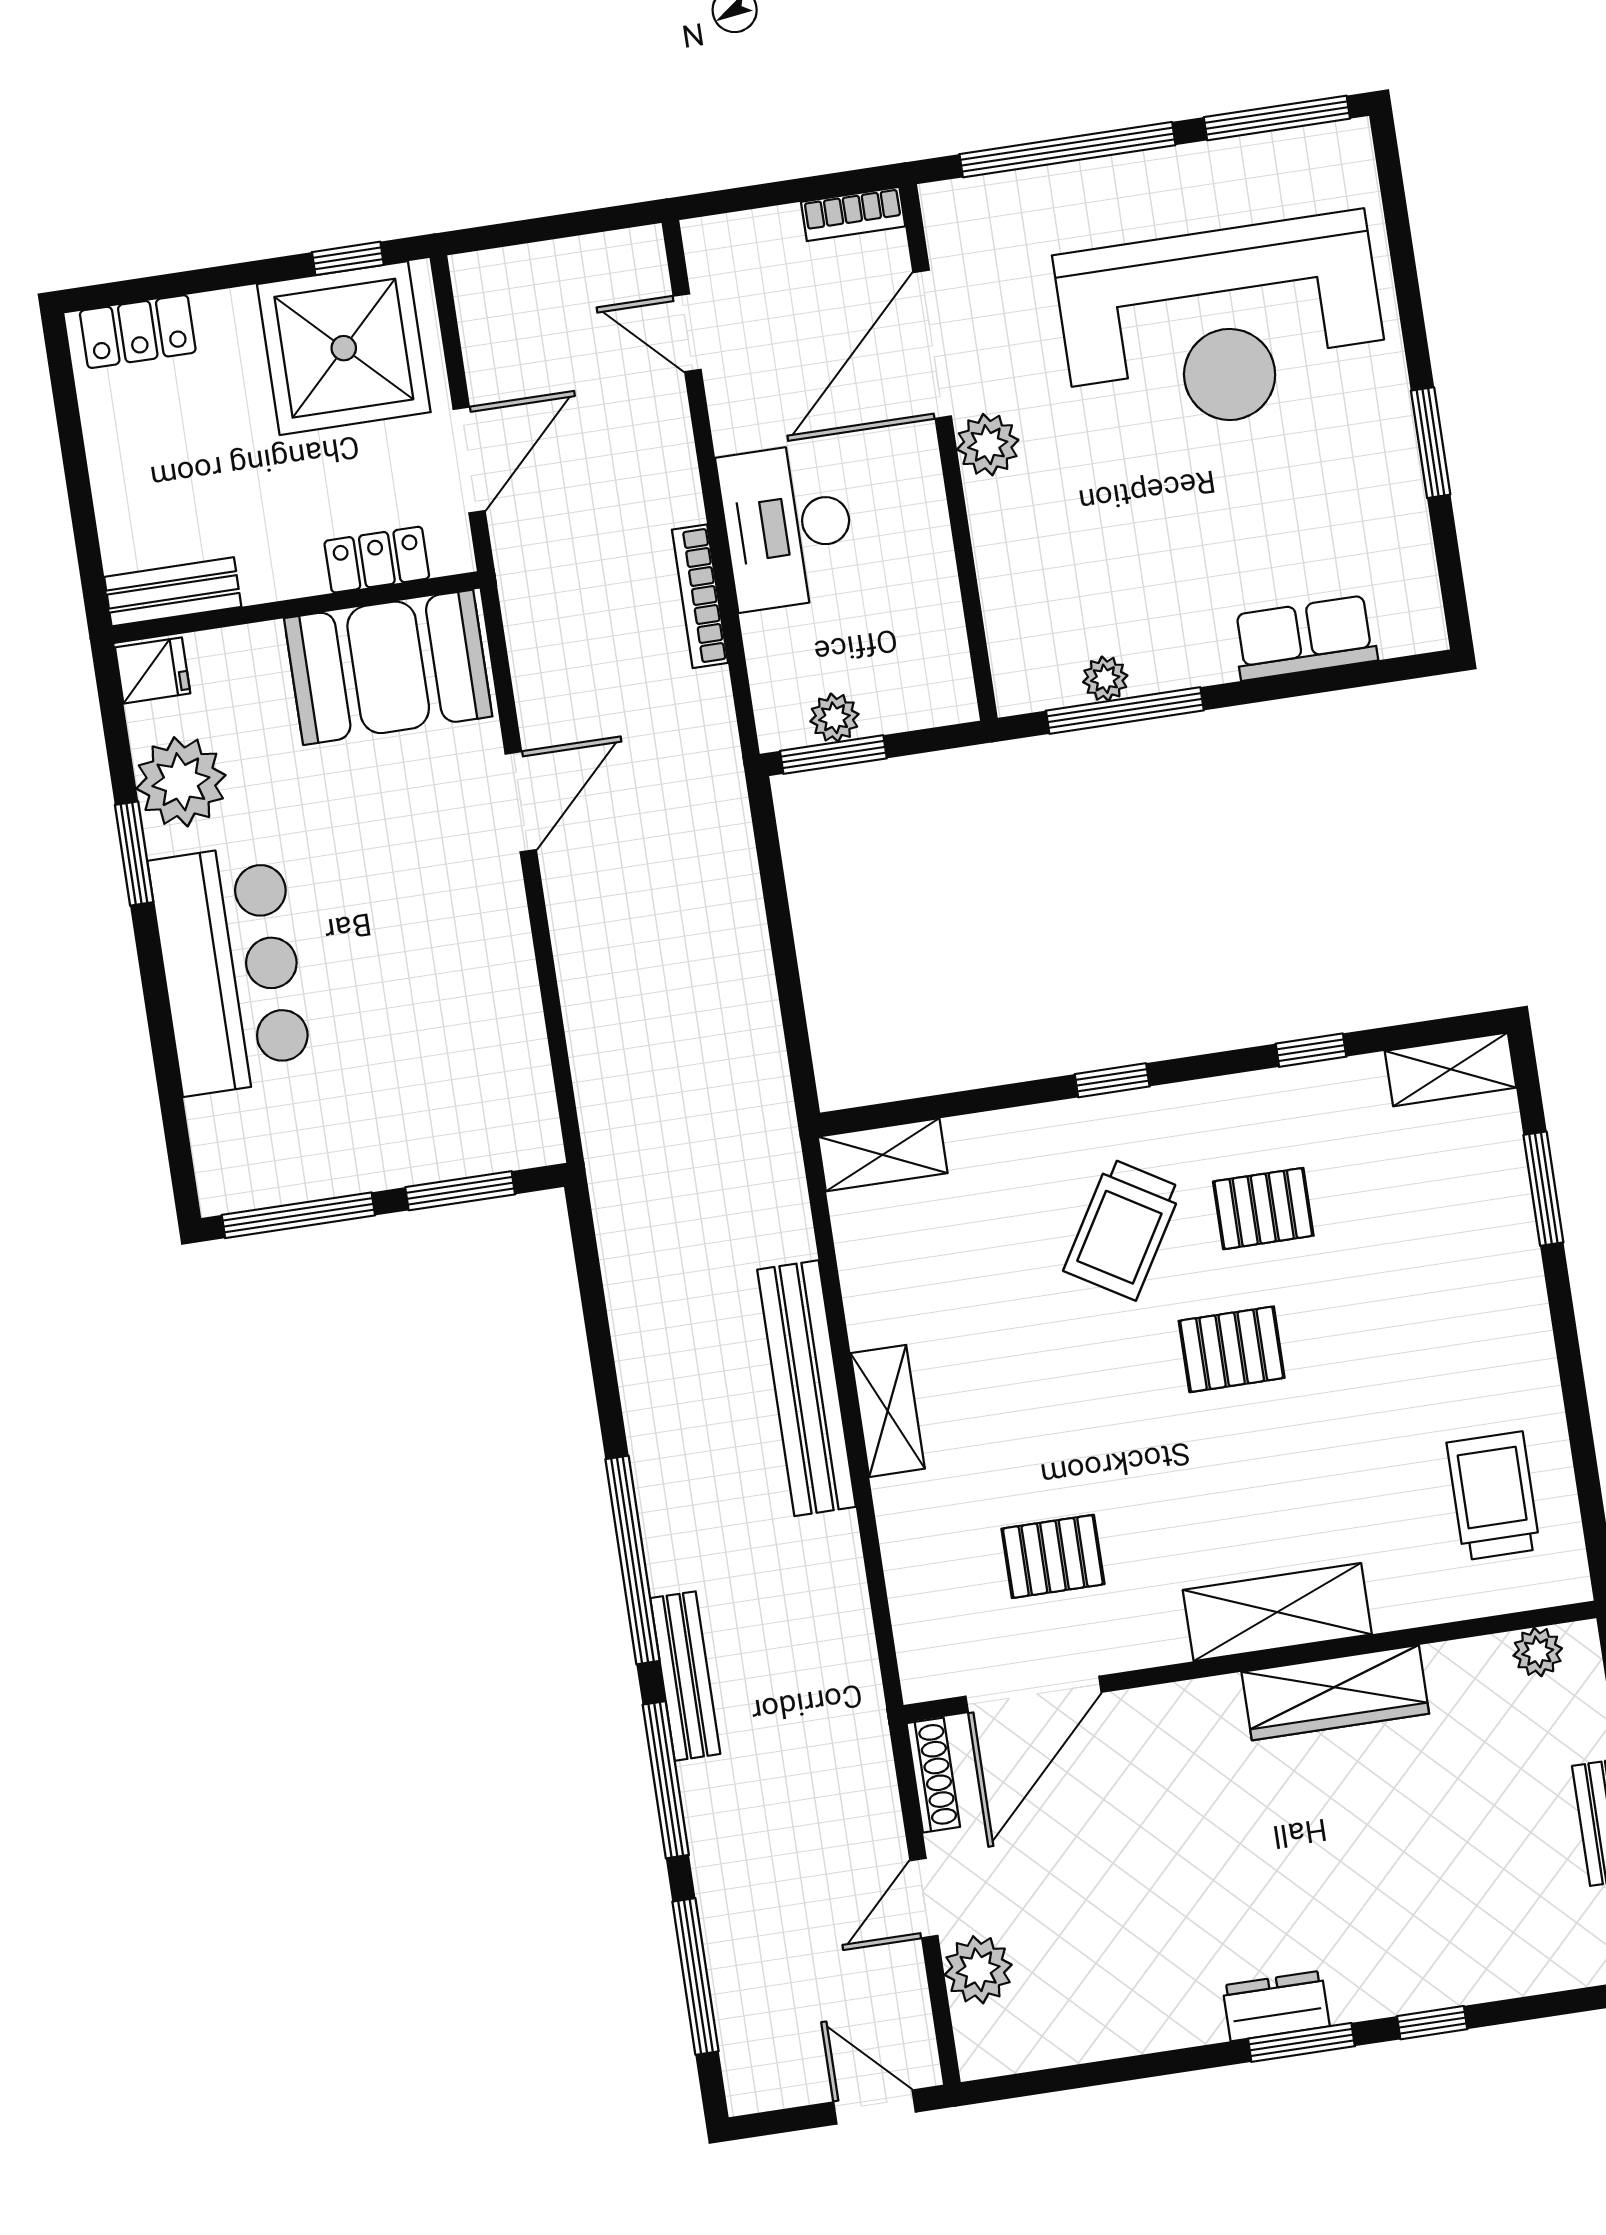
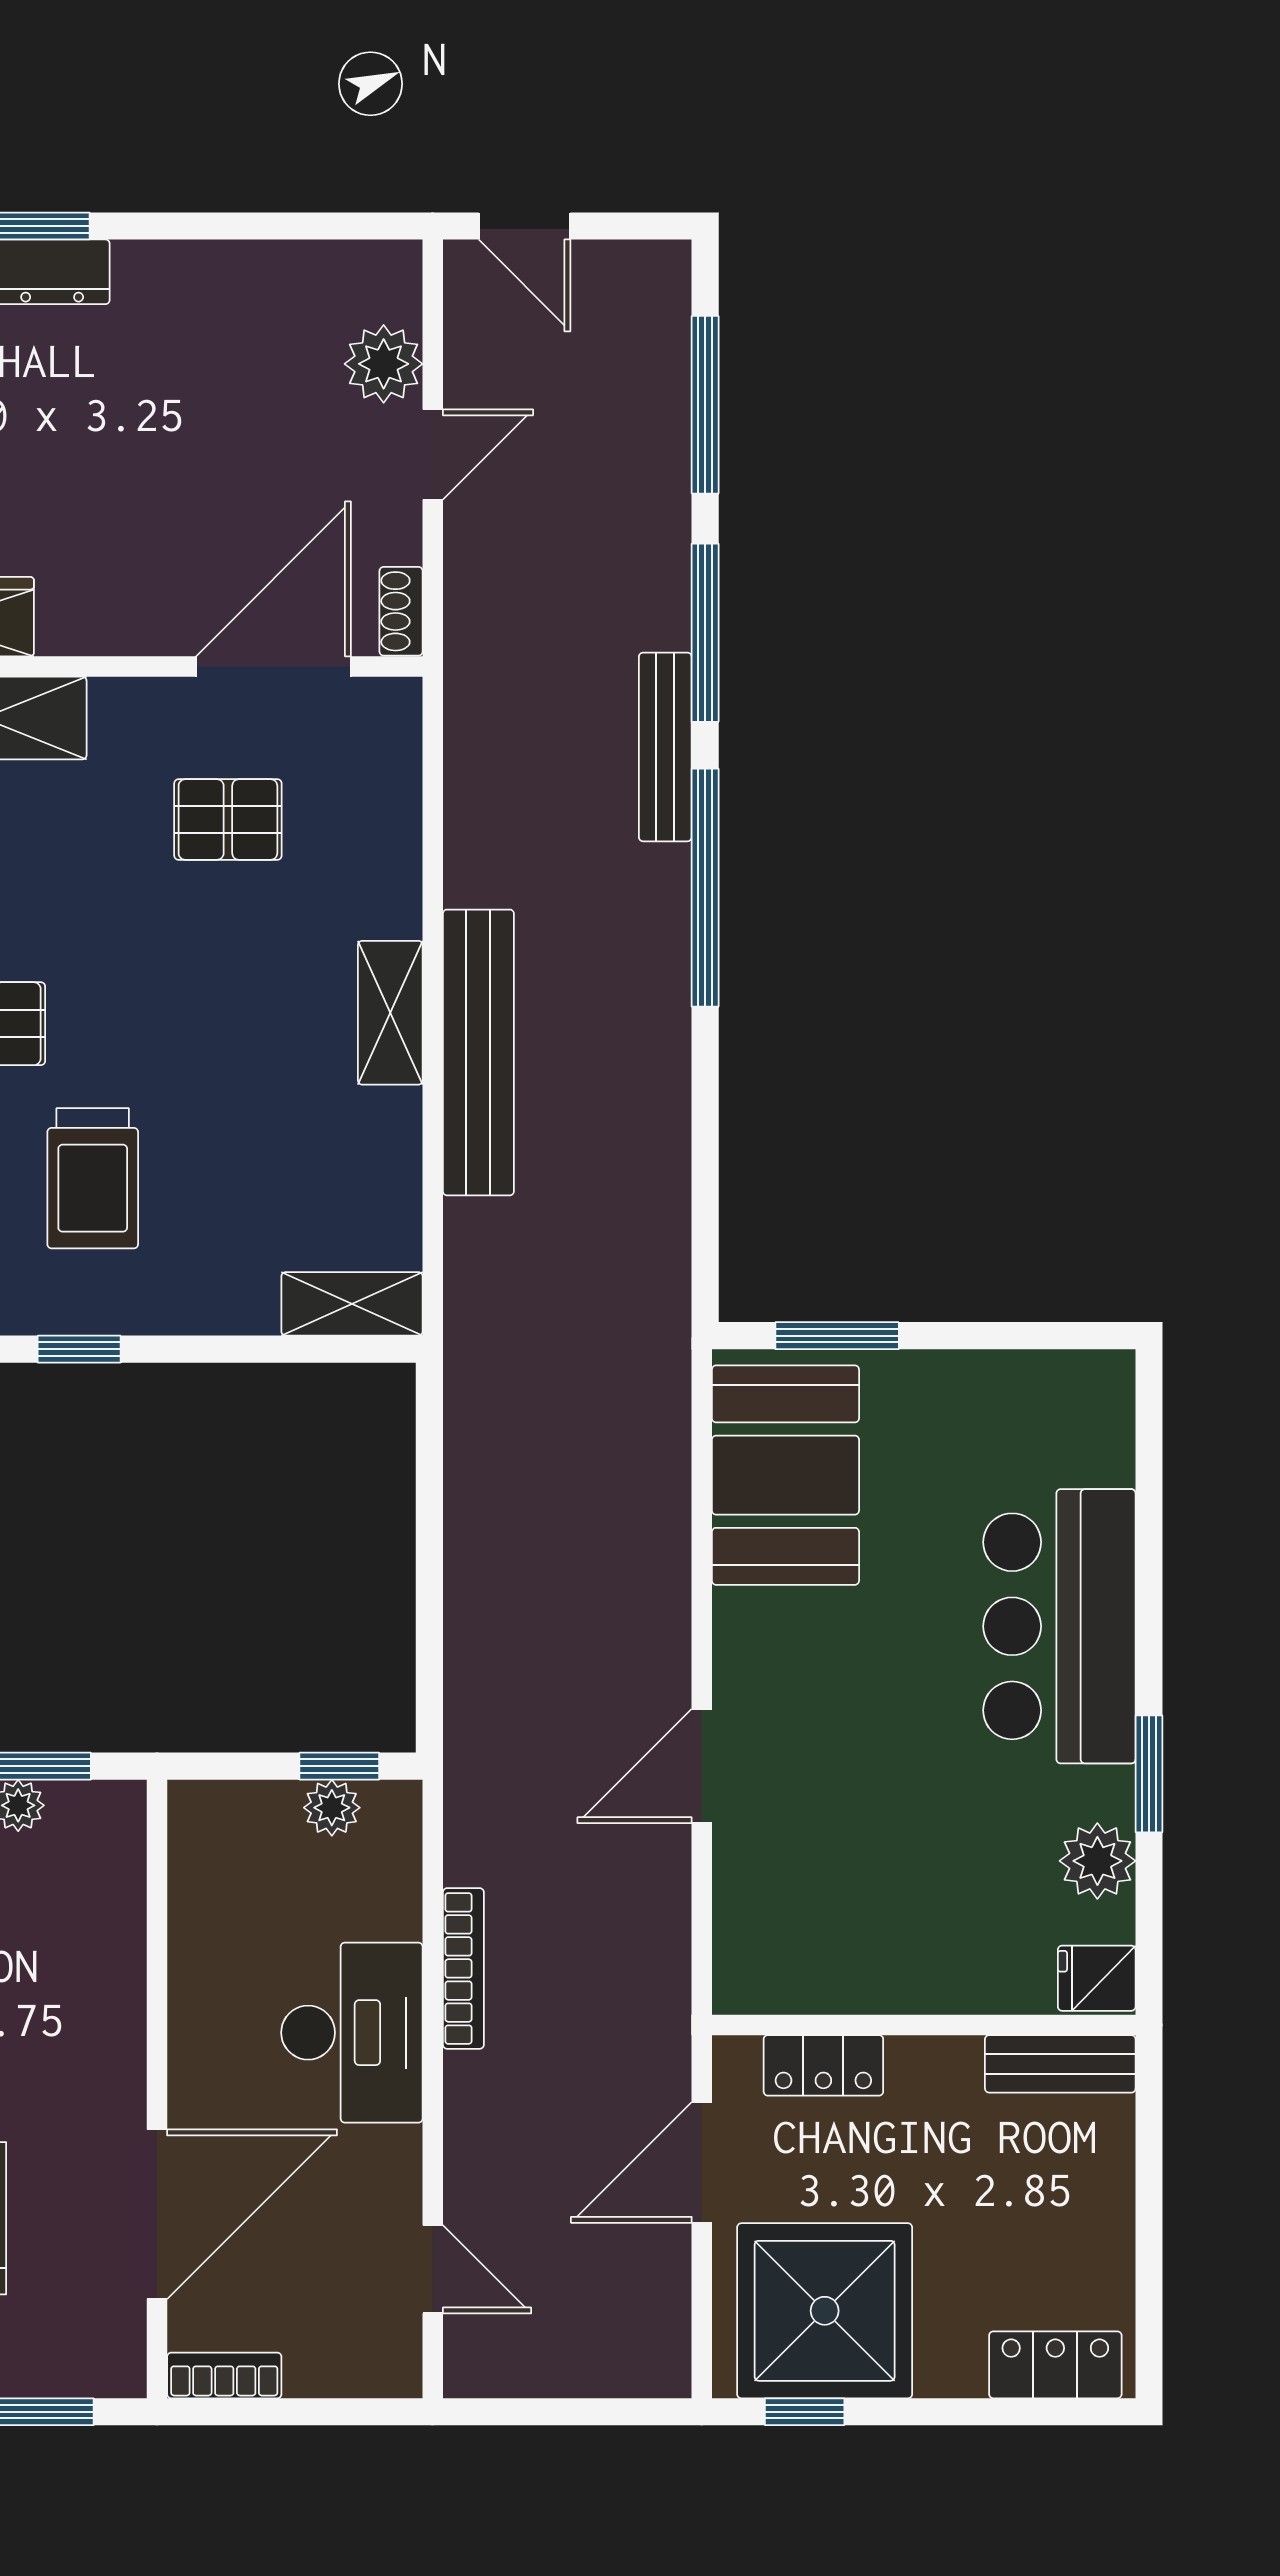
plant: (988, 445) -> (111, 2091), removed
booth: (388, 667) -> (785, 1475), moved, turned 90
window: (833, 755) -> (339, 1766), width x0.67
plant: (181, 782) -> (1097, 1861), width x0.73, depth x0.73
window: (298, 1215) -> (1025, 1336), removed
trolley: (1123, 1229) -> (93, 1178), turned 149
shoe rack: (933, 1775) -> (401, 611), width x0.70

